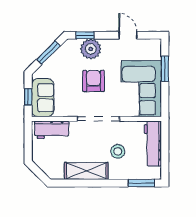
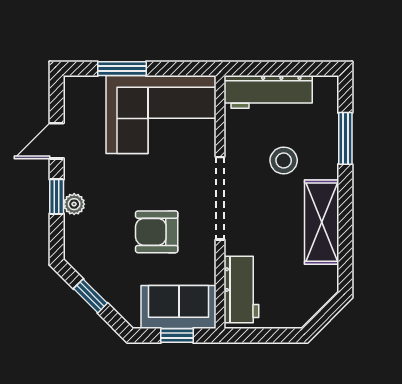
window: (85, 35) -> (57, 197), moved
plant: (91, 49) -> (74, 204), width x0.53, depth x0.53
window: (48, 53) -> (91, 296), width x0.67
armchair: (93, 81) -> (157, 232), moved
window: (141, 183) -> (345, 138), moved

